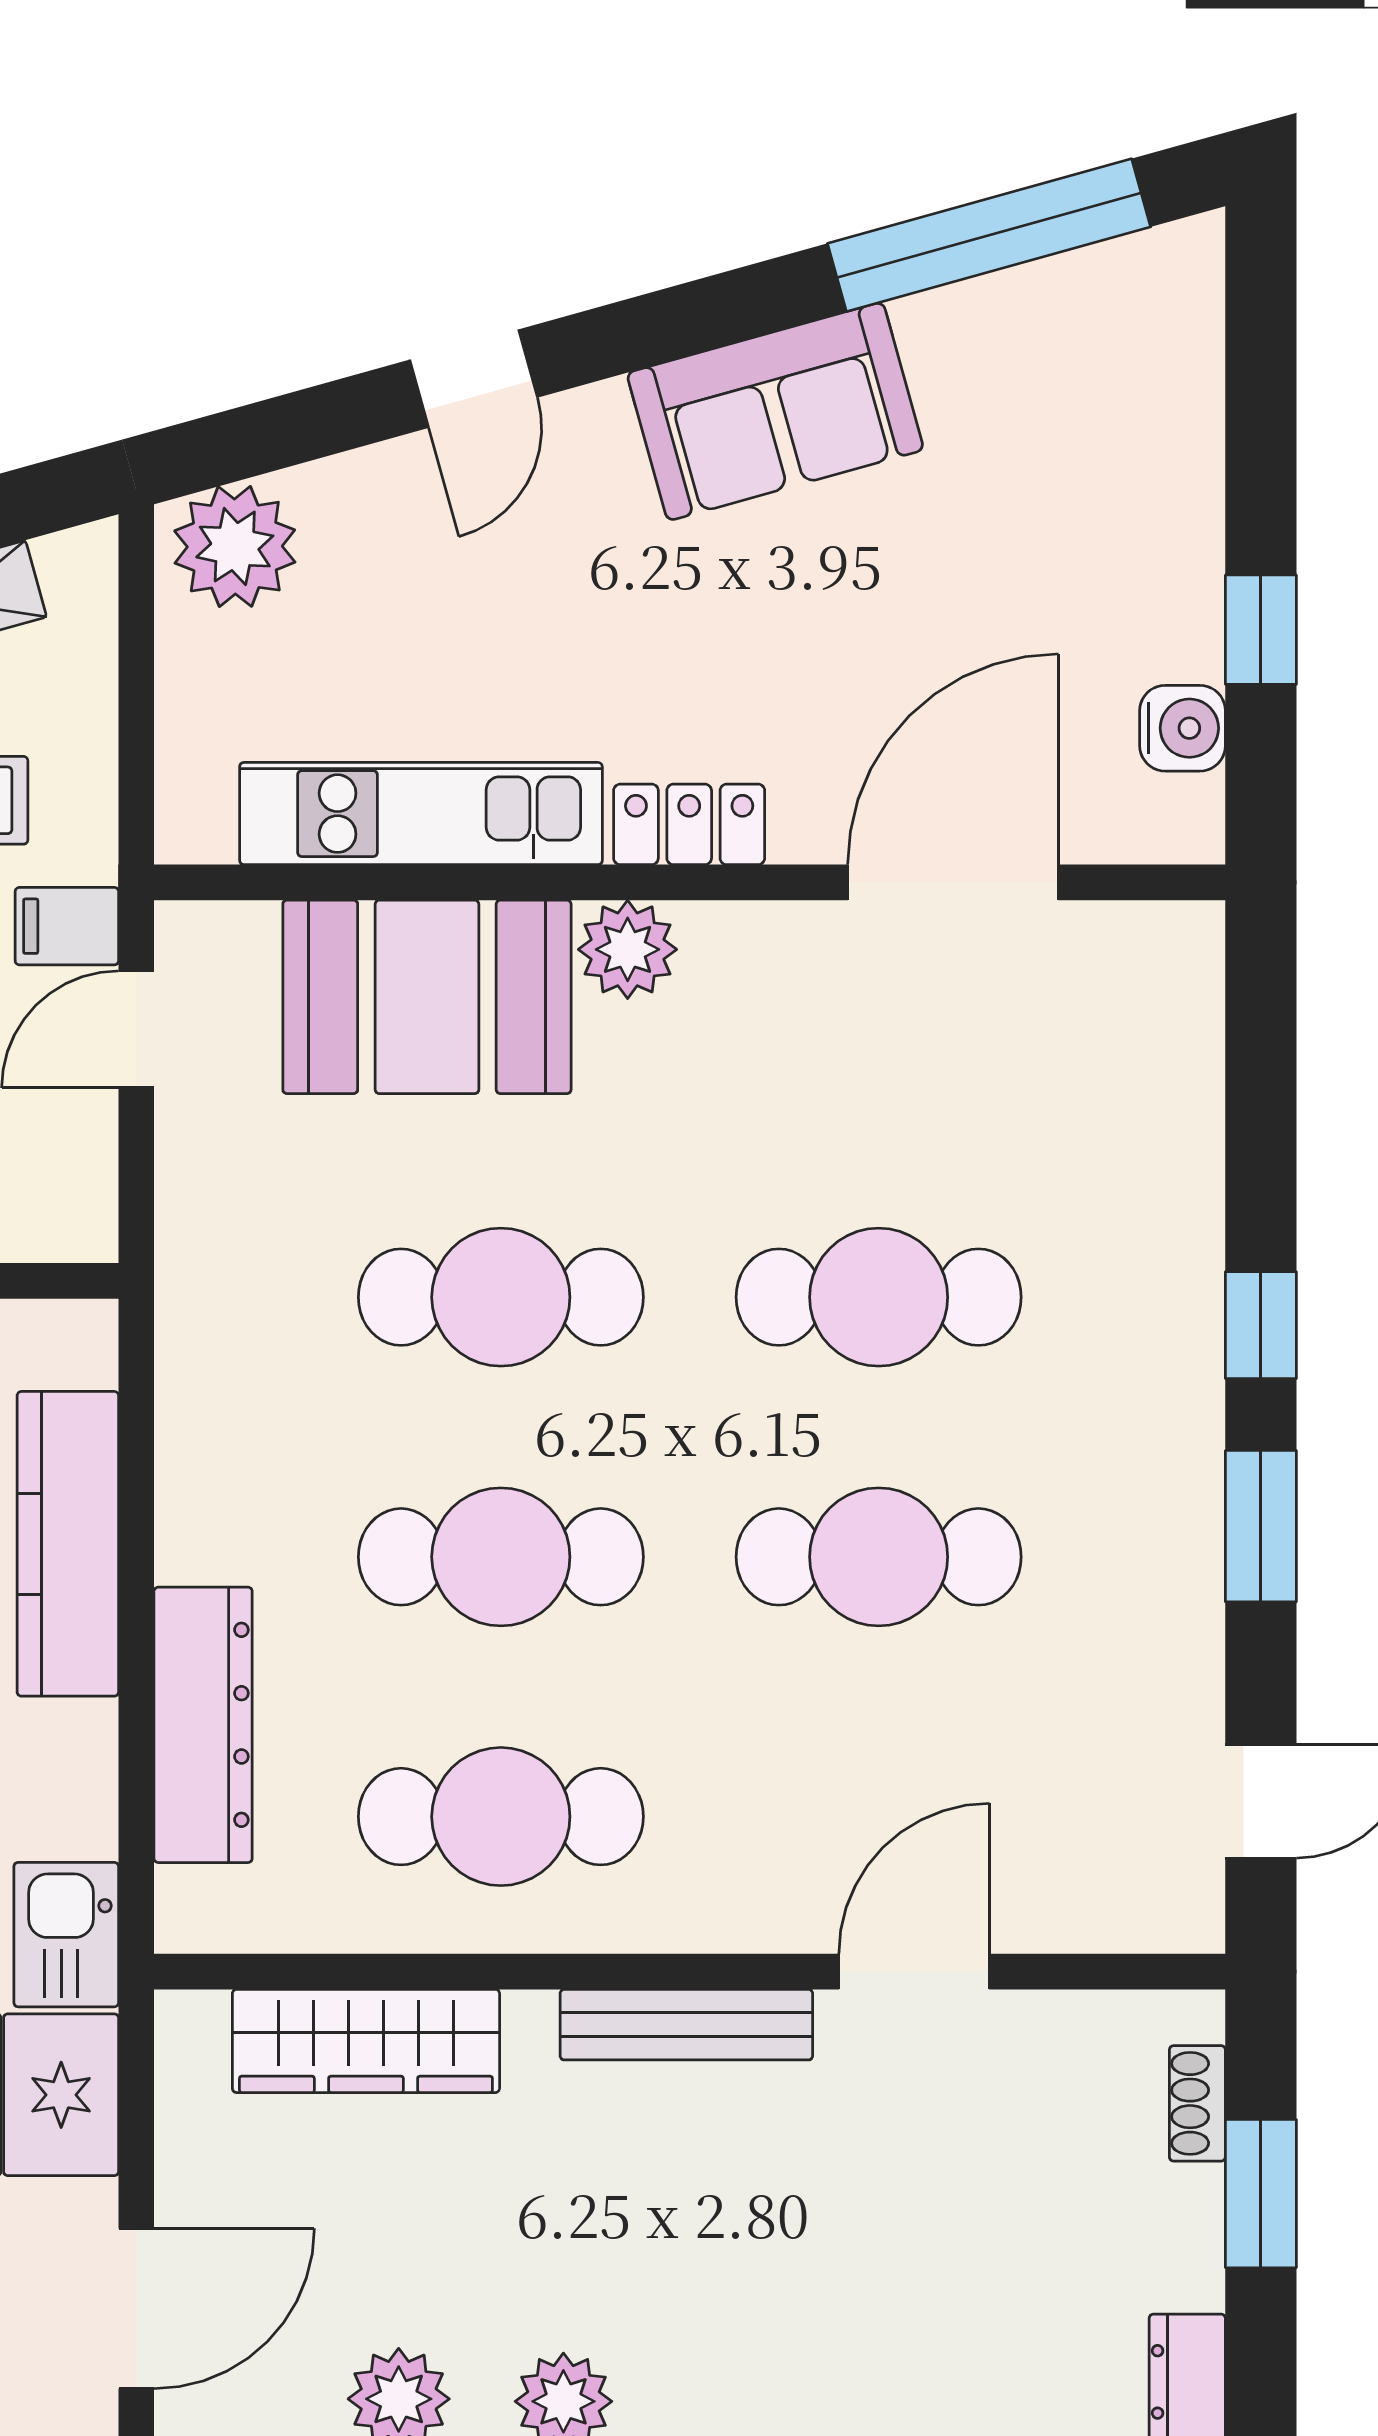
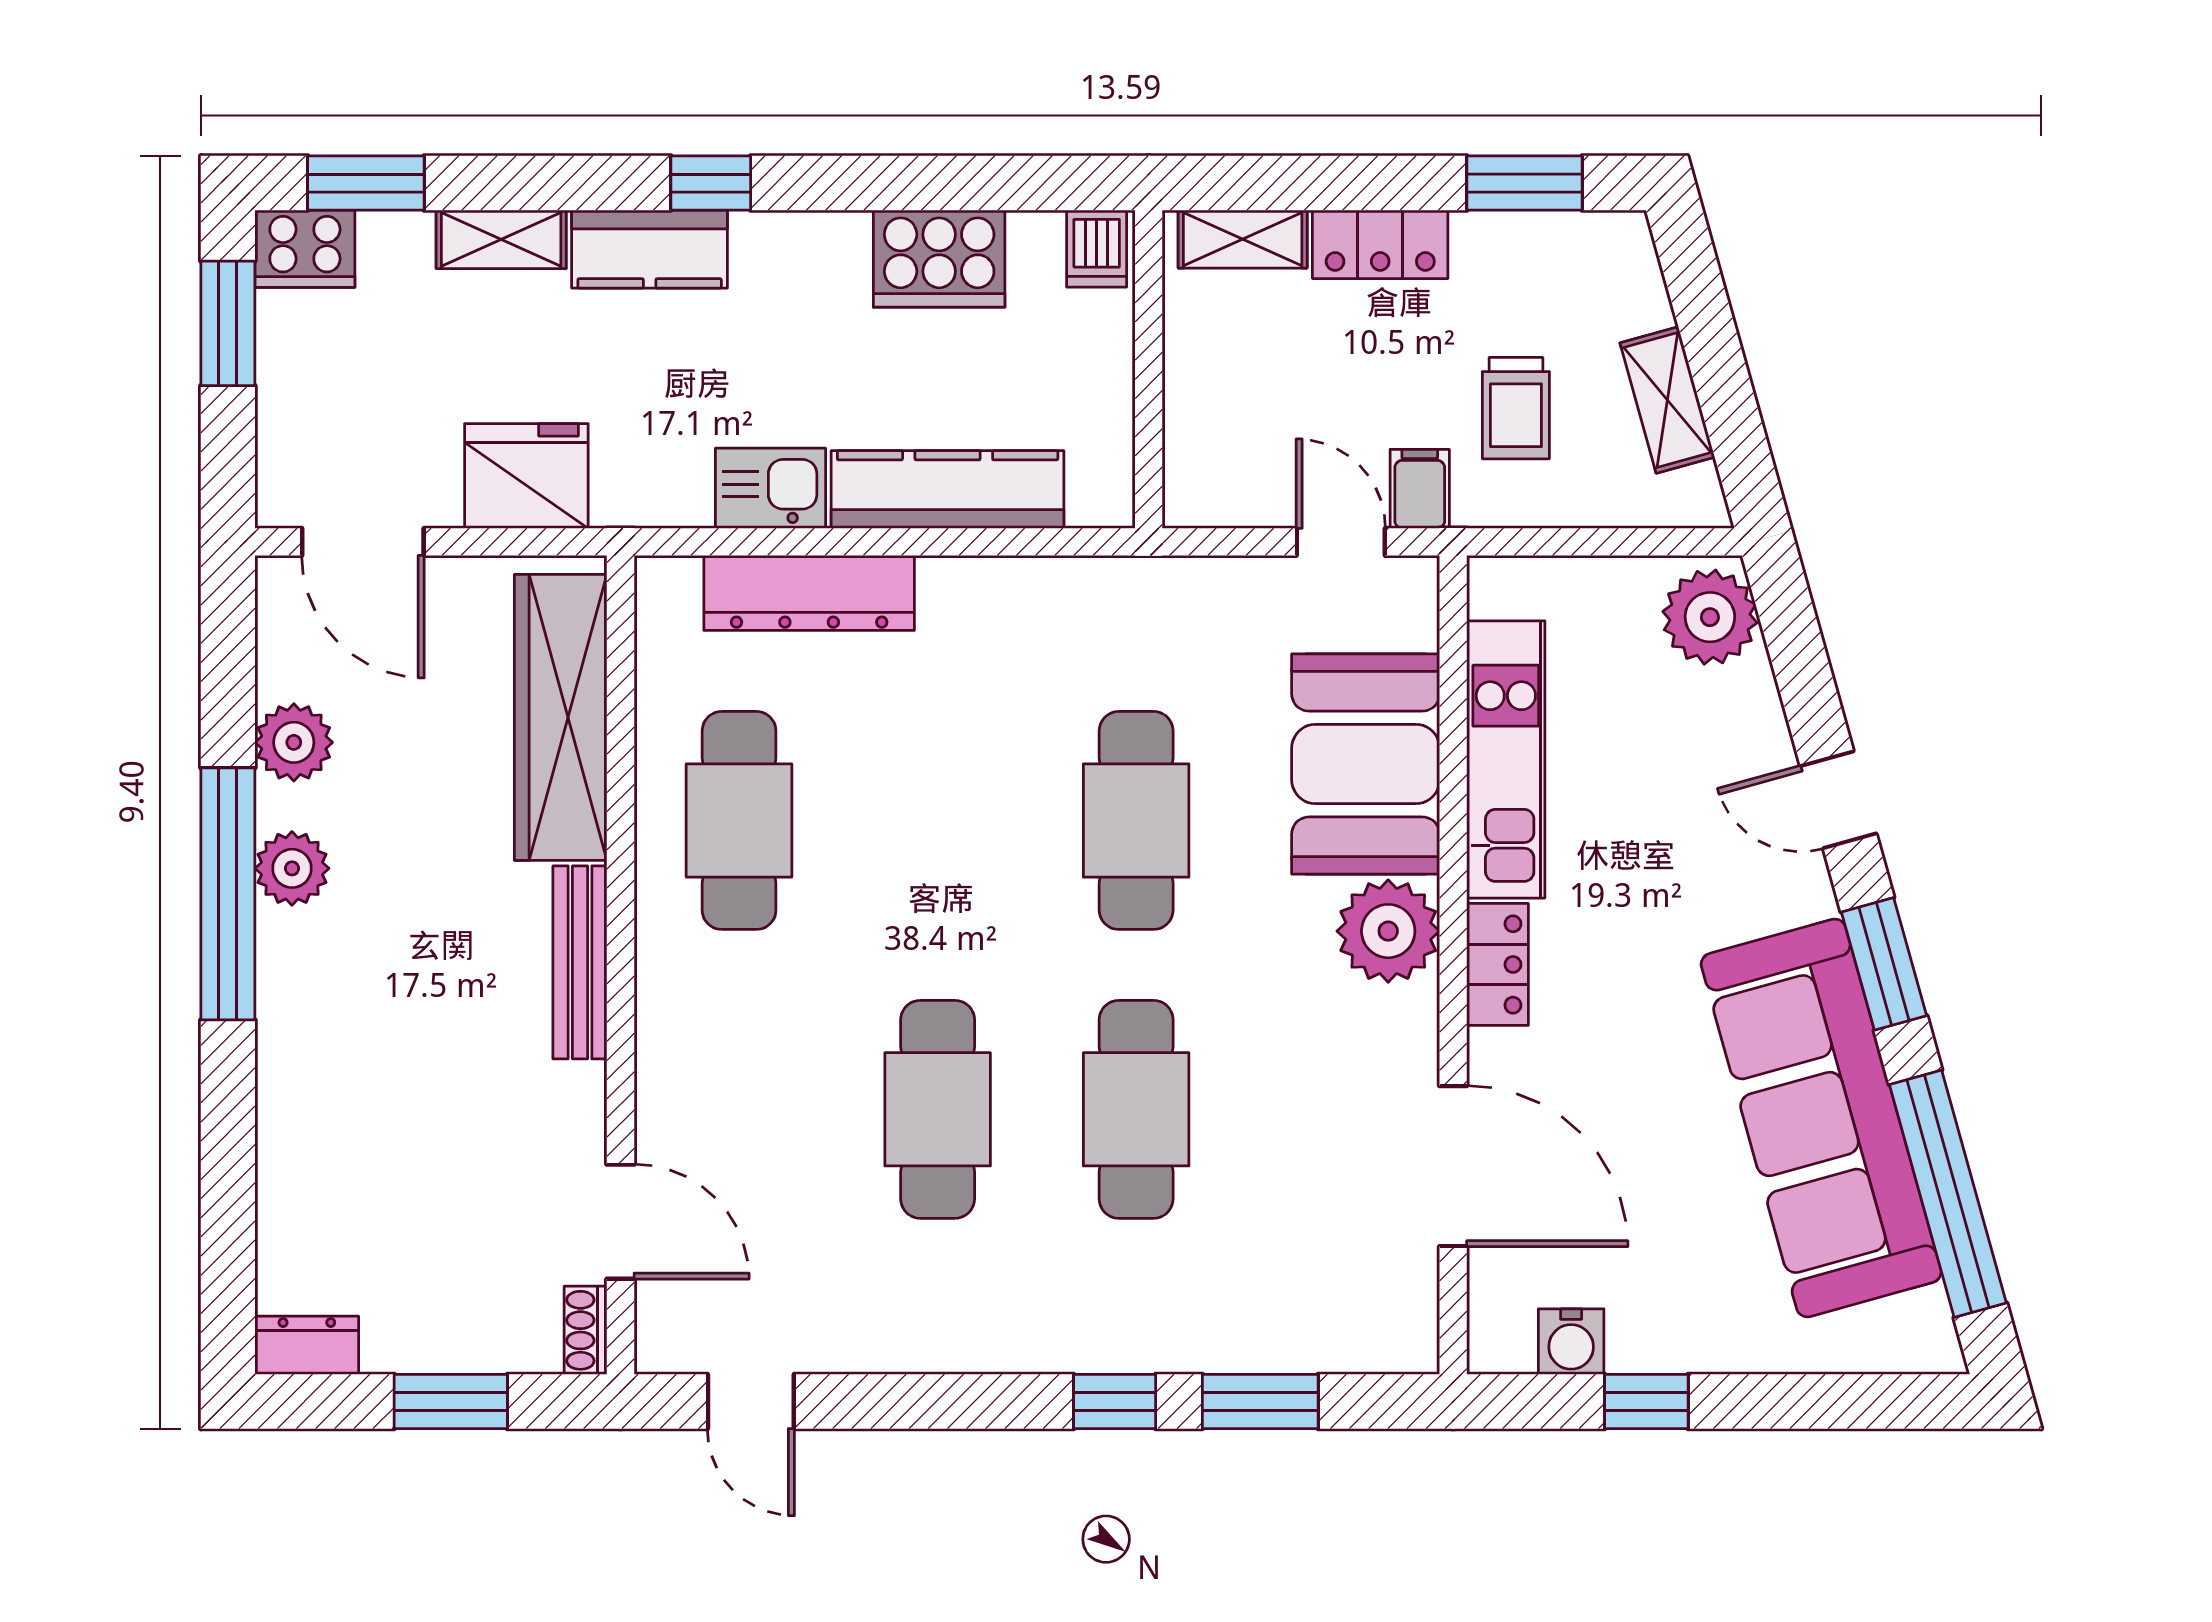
window: (688, 319) -> (1884, 964), added
sofa: (775, 411) -> (1821, 1118), width x1.85, depth x1.27
plant: (628, 949) -> (1388, 931), width x1.36, depth x1.36
window: (1261, 1526) -> (1260, 1402), moved
cafe table: (501, 1557) -> (938, 820), removed
kitchen sink: (66, 1935) -> (771, 488), moved
door: (914, 1972) -> (621, 1222), moved
wardrobe: (366, 2041) -> (561, 717), width x1.40, depth x1.17
shoe rack: (1197, 2103) -> (586, 1330), moved, turned -90

